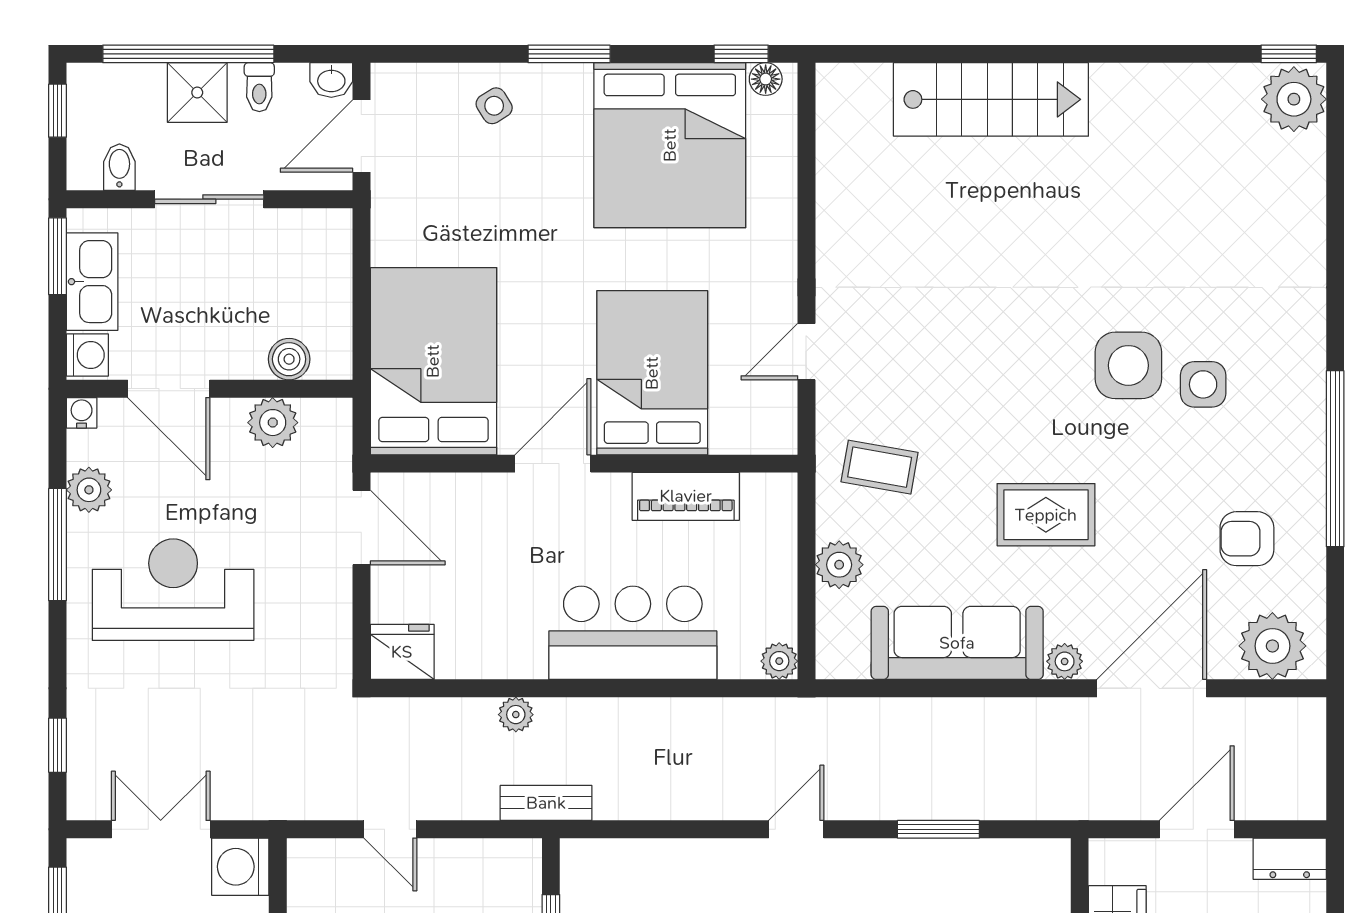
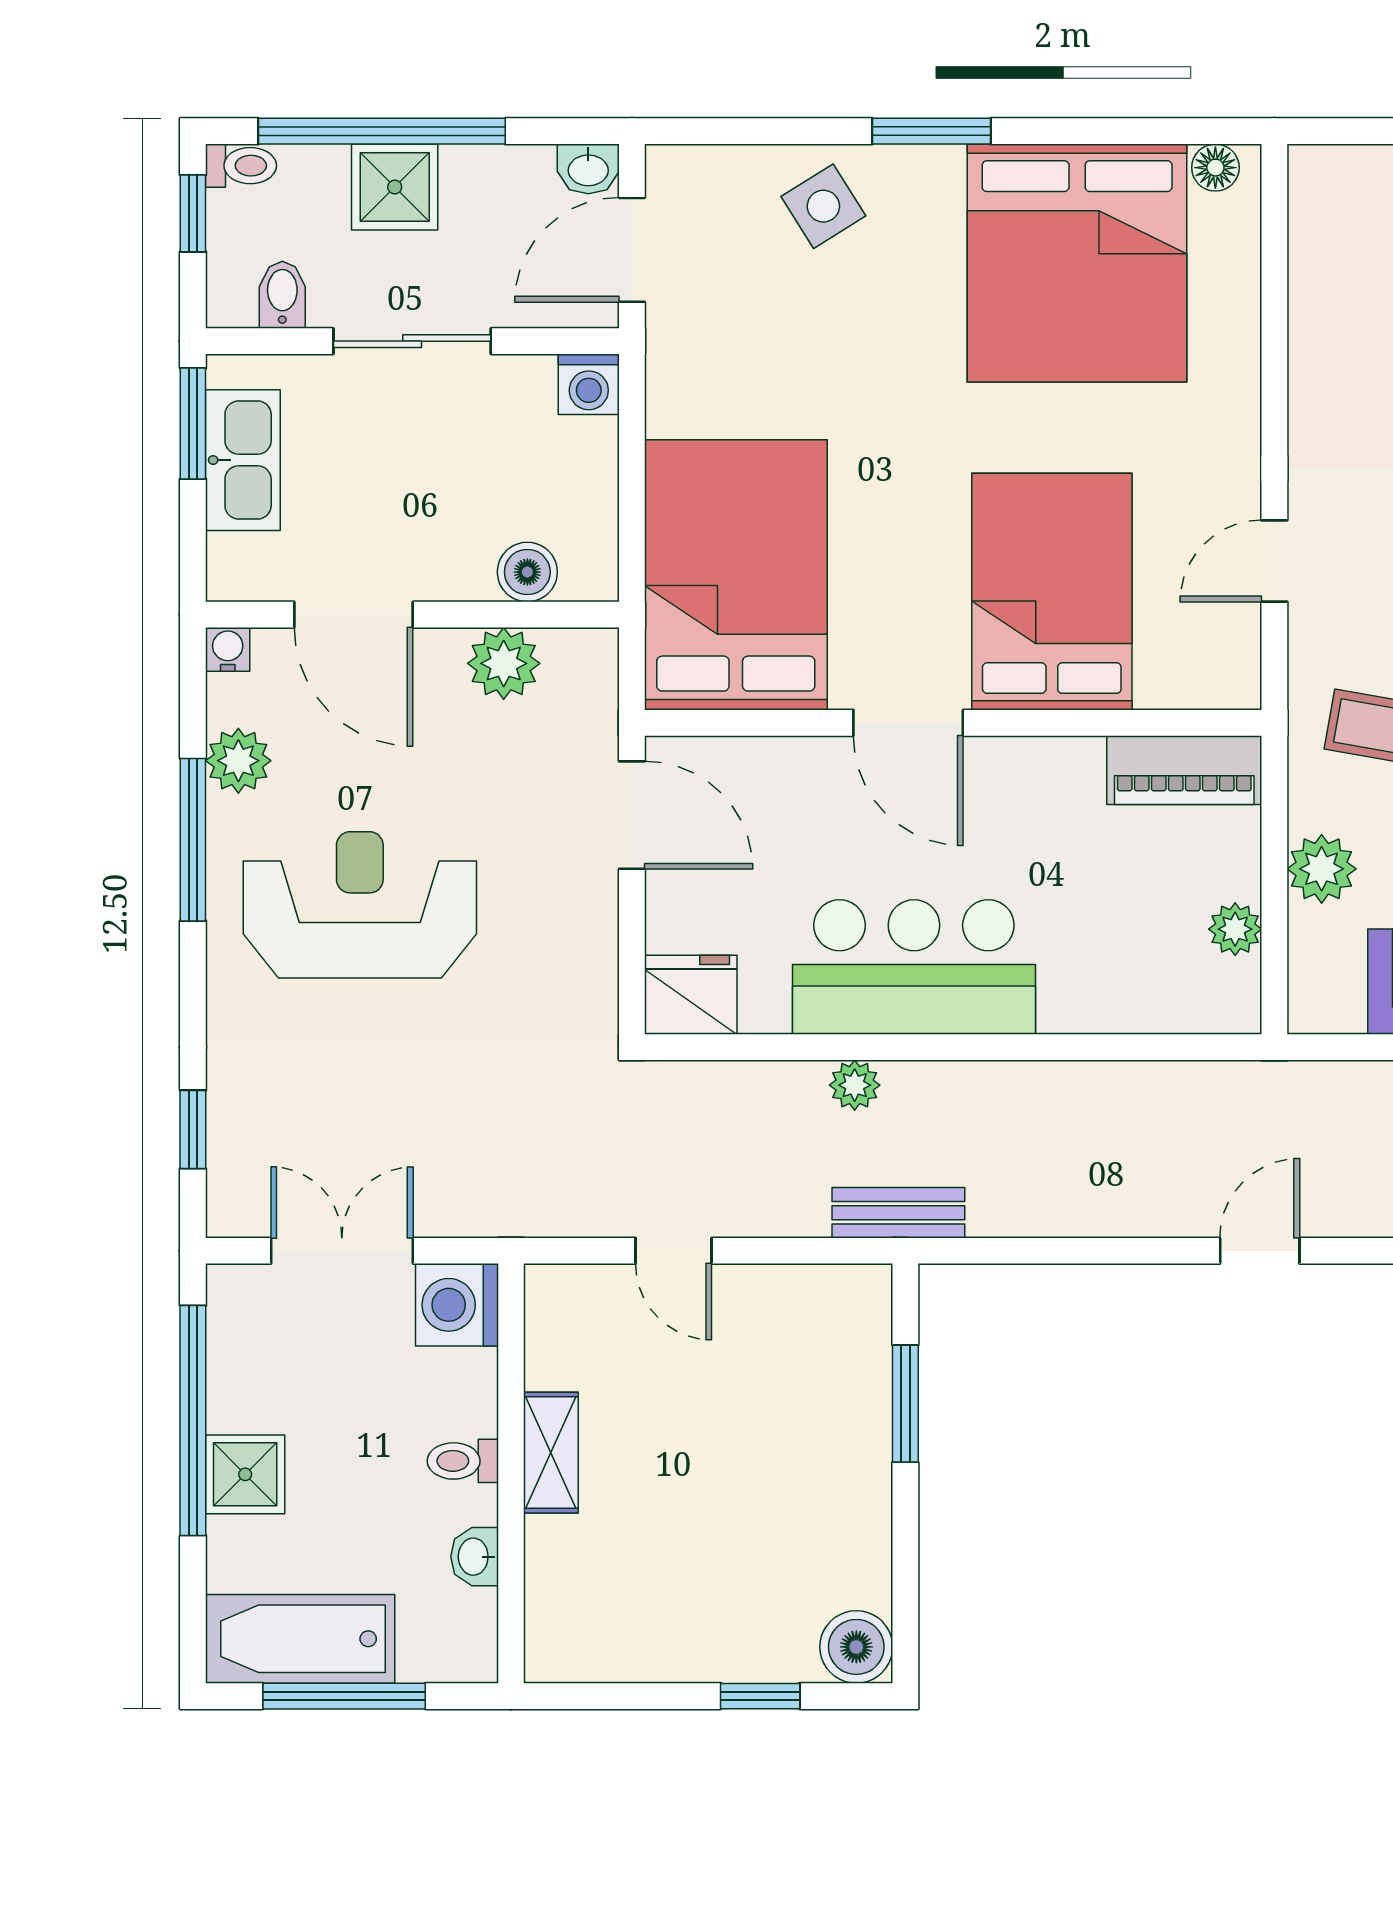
window: (741, 54) -> (1180, 131), removed
toilet: (259, 87) -> (241, 166), moved, turned -90
side table: (494, 106) -> (823, 206), width x1.37, depth x1.37
washing machine: (87, 355) -> (589, 384), moved, turned 90
door: (553, 464) -> (908, 723), swing flipped
piano: (686, 496) -> (1184, 770), moved
bar counter: (633, 633) -> (914, 967), moved
plant: (779, 661) -> (1235, 929), moved

